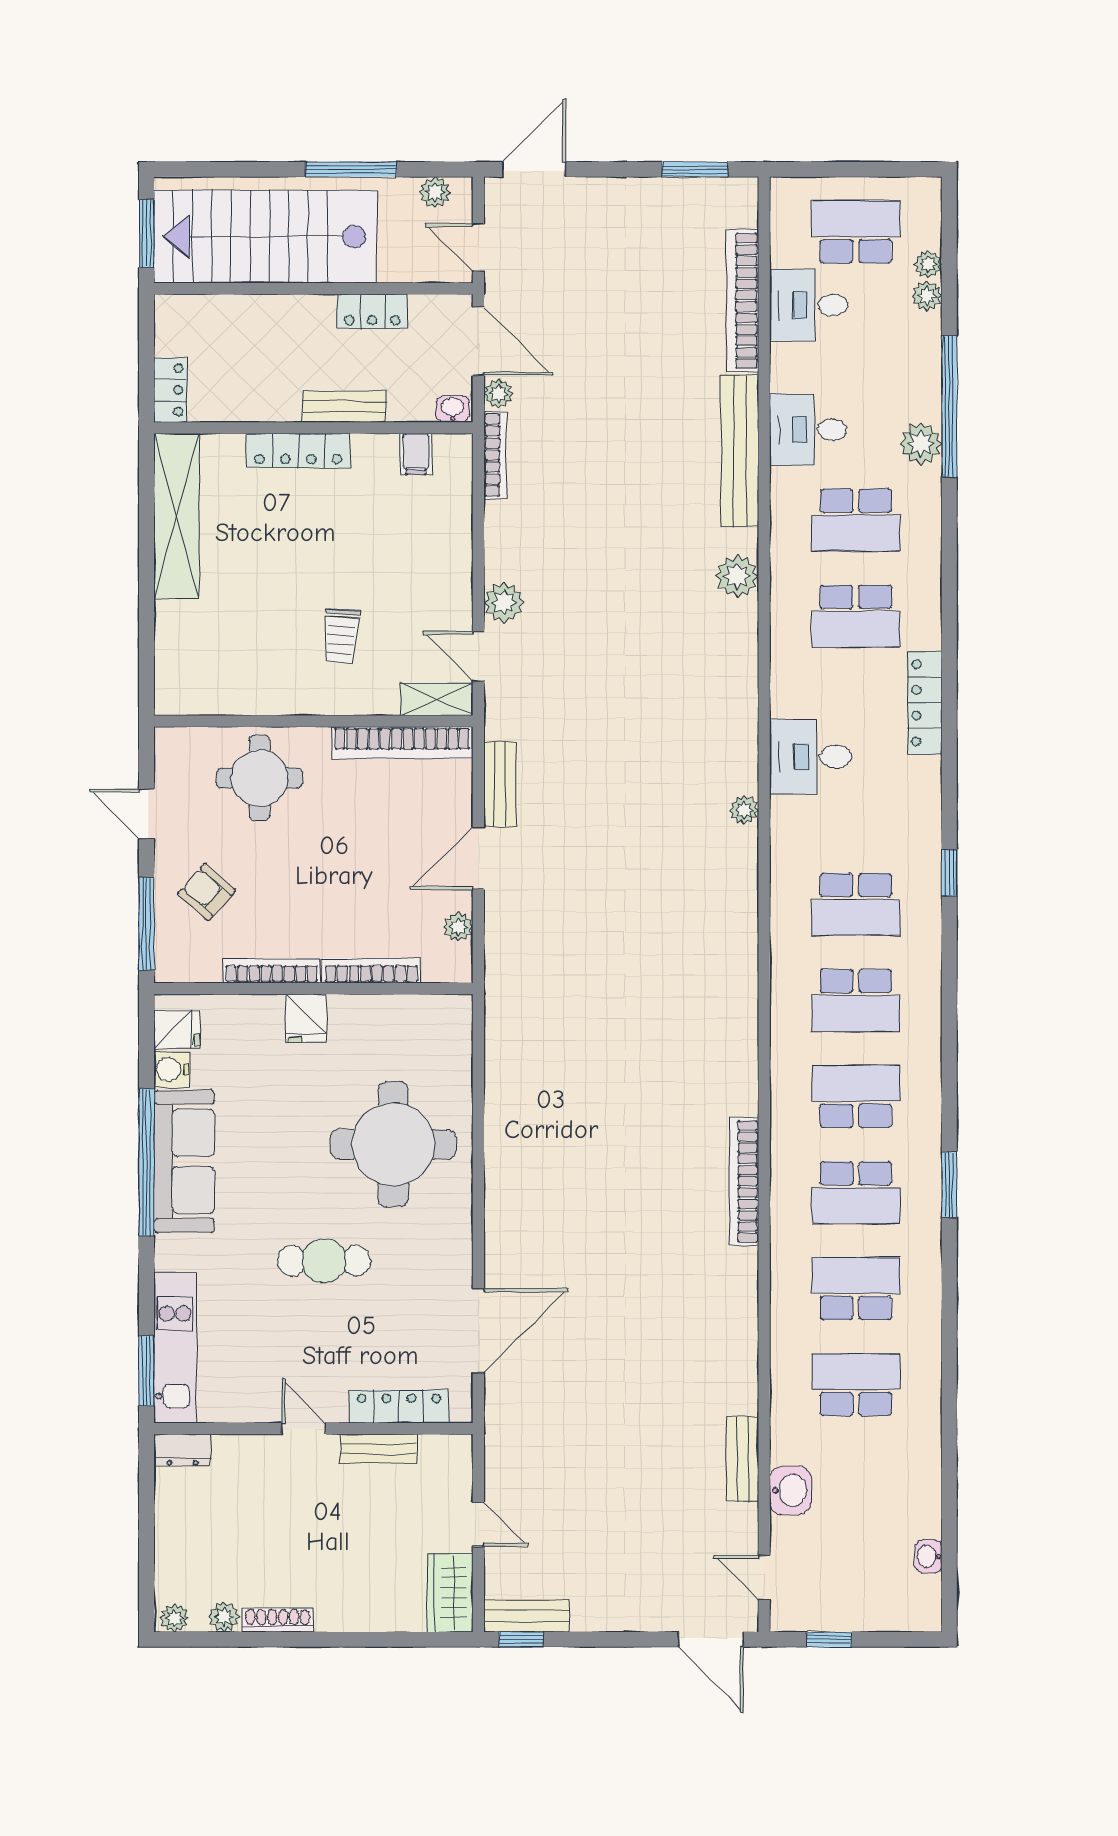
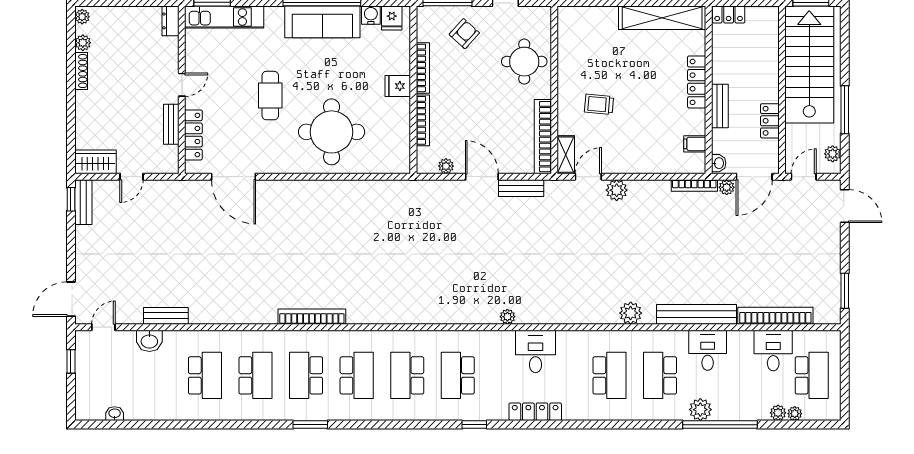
school desk: (856, 616) -> (609, 375), turned 180
locker: (925, 703) -> (535, 412), moved

